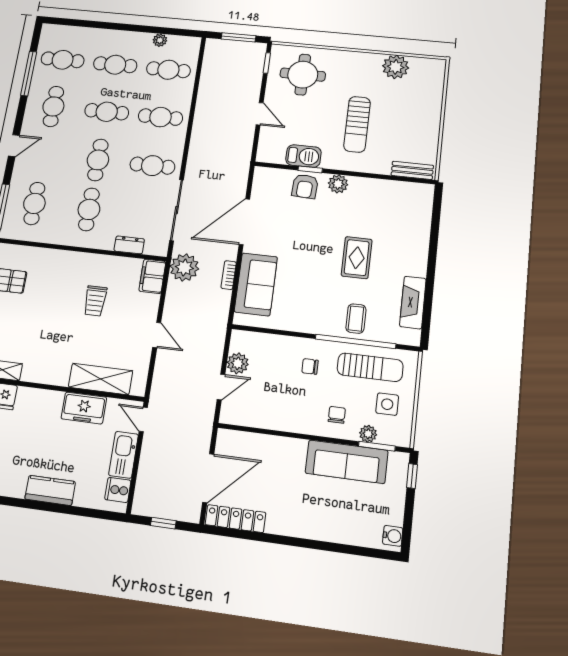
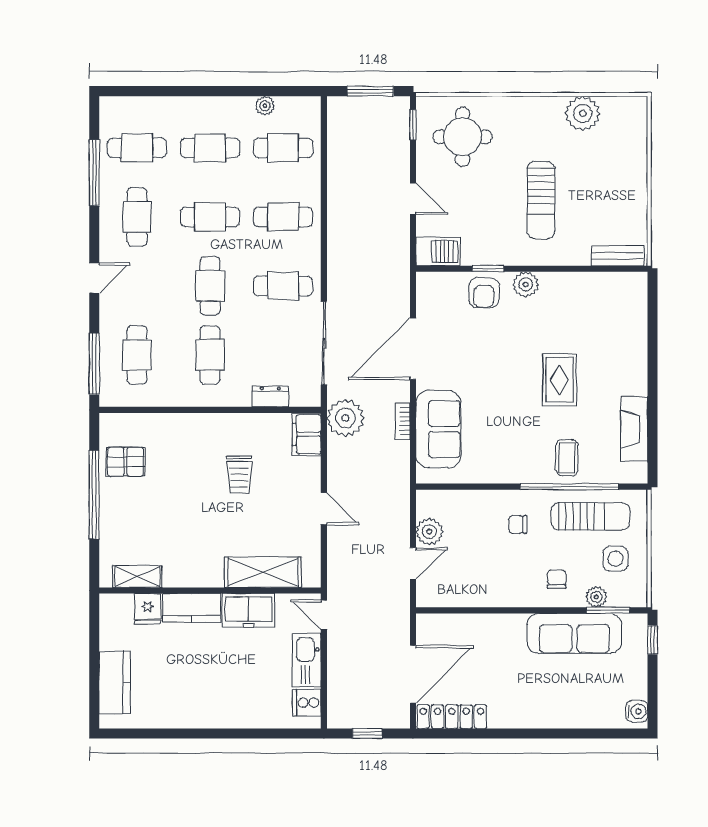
barbecue: (303, 156) -> (438, 251), moved
kitchen counter: (50, 490) -> (191, 608), moved, turned 180

